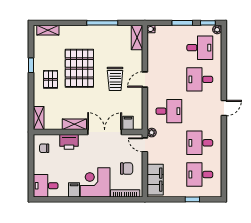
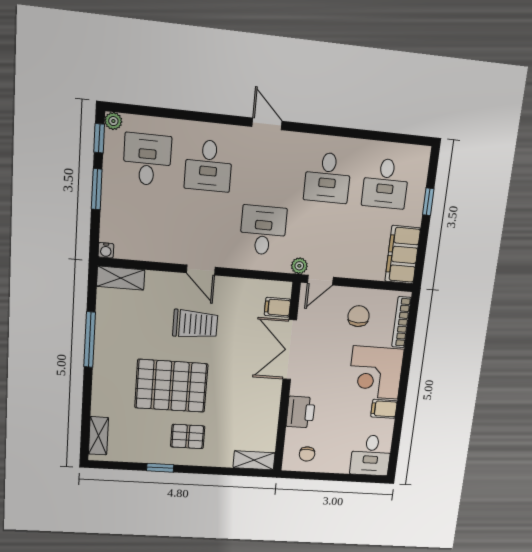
shelving: (74, 124) -> (271, 401), removed
filing cabinet: (155, 180) -> (403, 255), moved, turned -90

